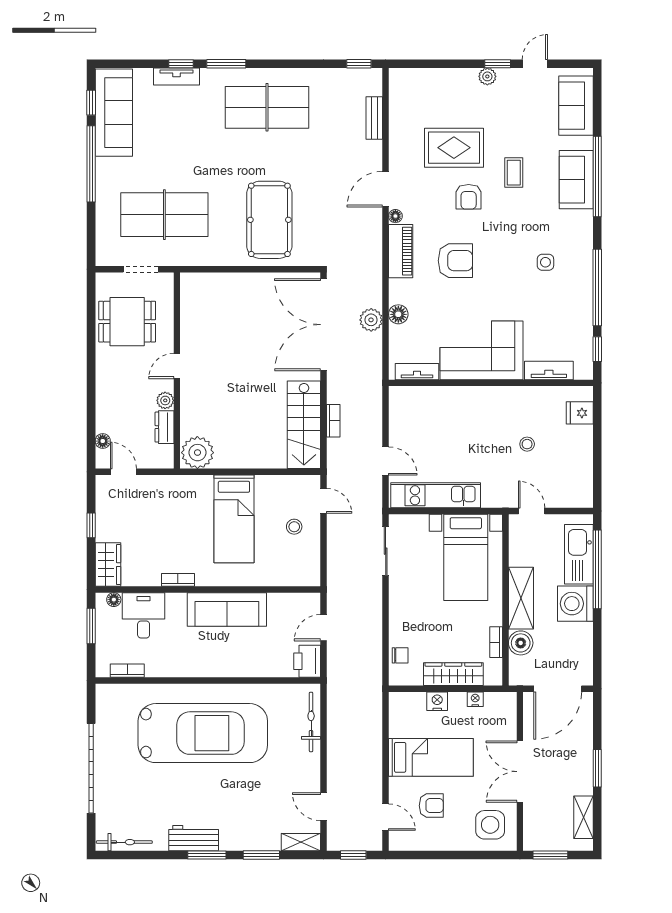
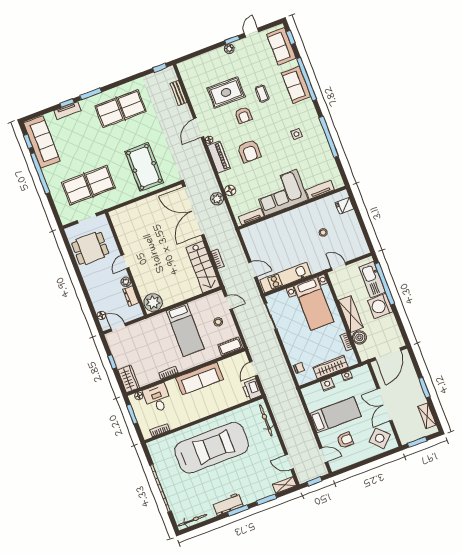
armchair: (455, 261) -> (249, 151), turned 90
window: (597, 349) -> (291, 38), moved
cot: (298, 576) -> (230, 347), added
side table: (490, 825) -> (380, 438), turned 45

